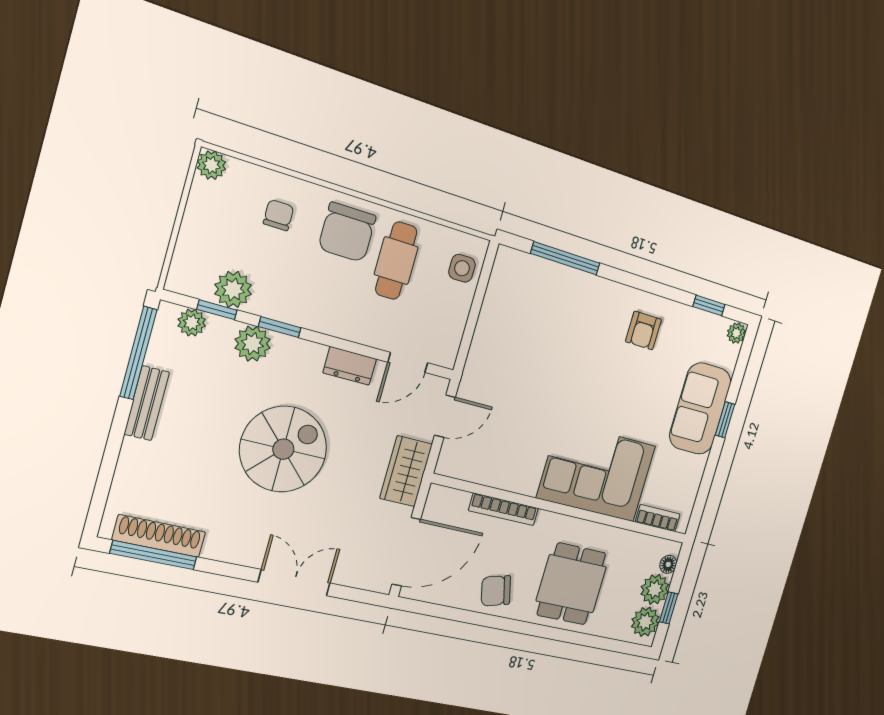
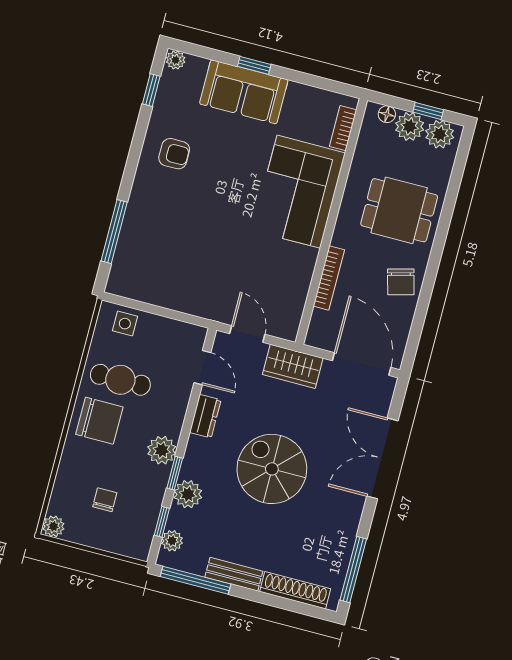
chair: (279, 215) -> (105, 500), moved, turned 90
plant: (233, 289) -> (162, 450), moved
shoe rack: (159, 536) -> (295, 590), moved, turned 90
double door: (294, 583) -> (382, 458), width x1.37

